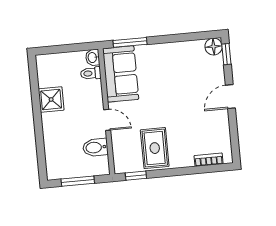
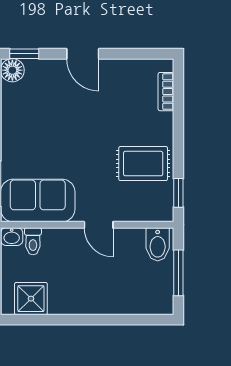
shower: (51, 100) -> (31, 299), moved
door: (107, 120) -> (99, 225), swing flipped
bidet: (95, 147) -> (158, 244), moved

